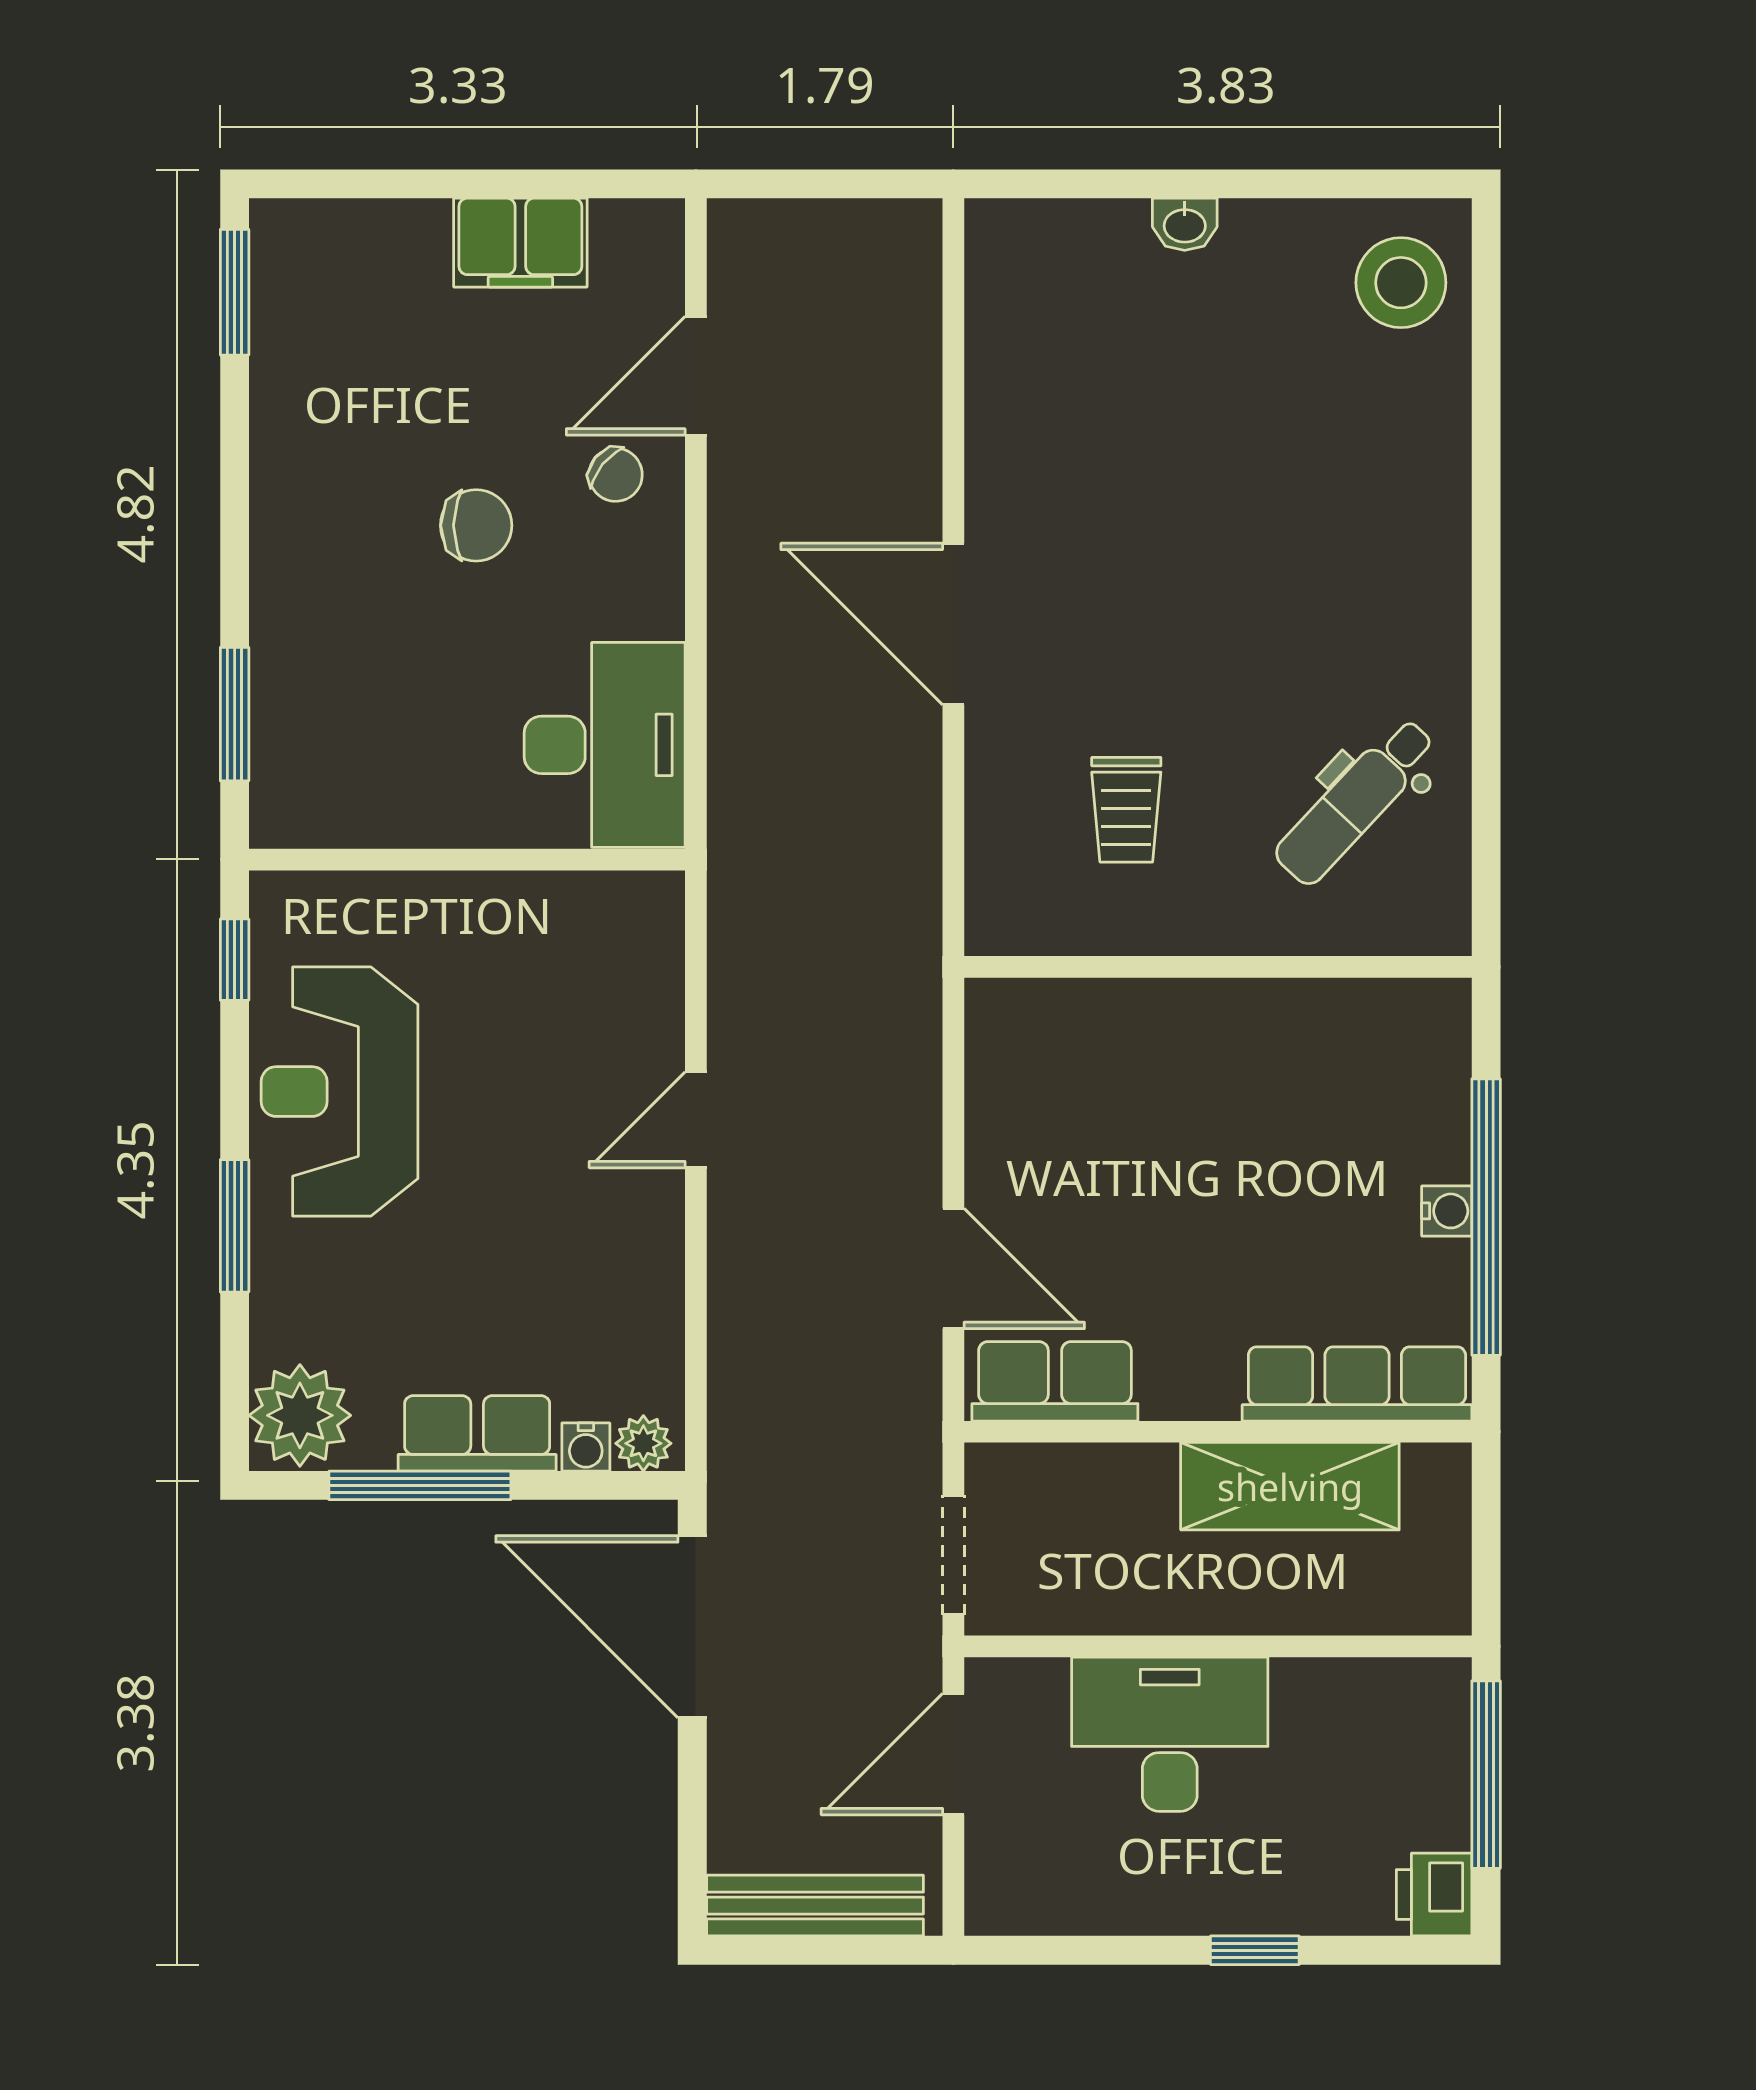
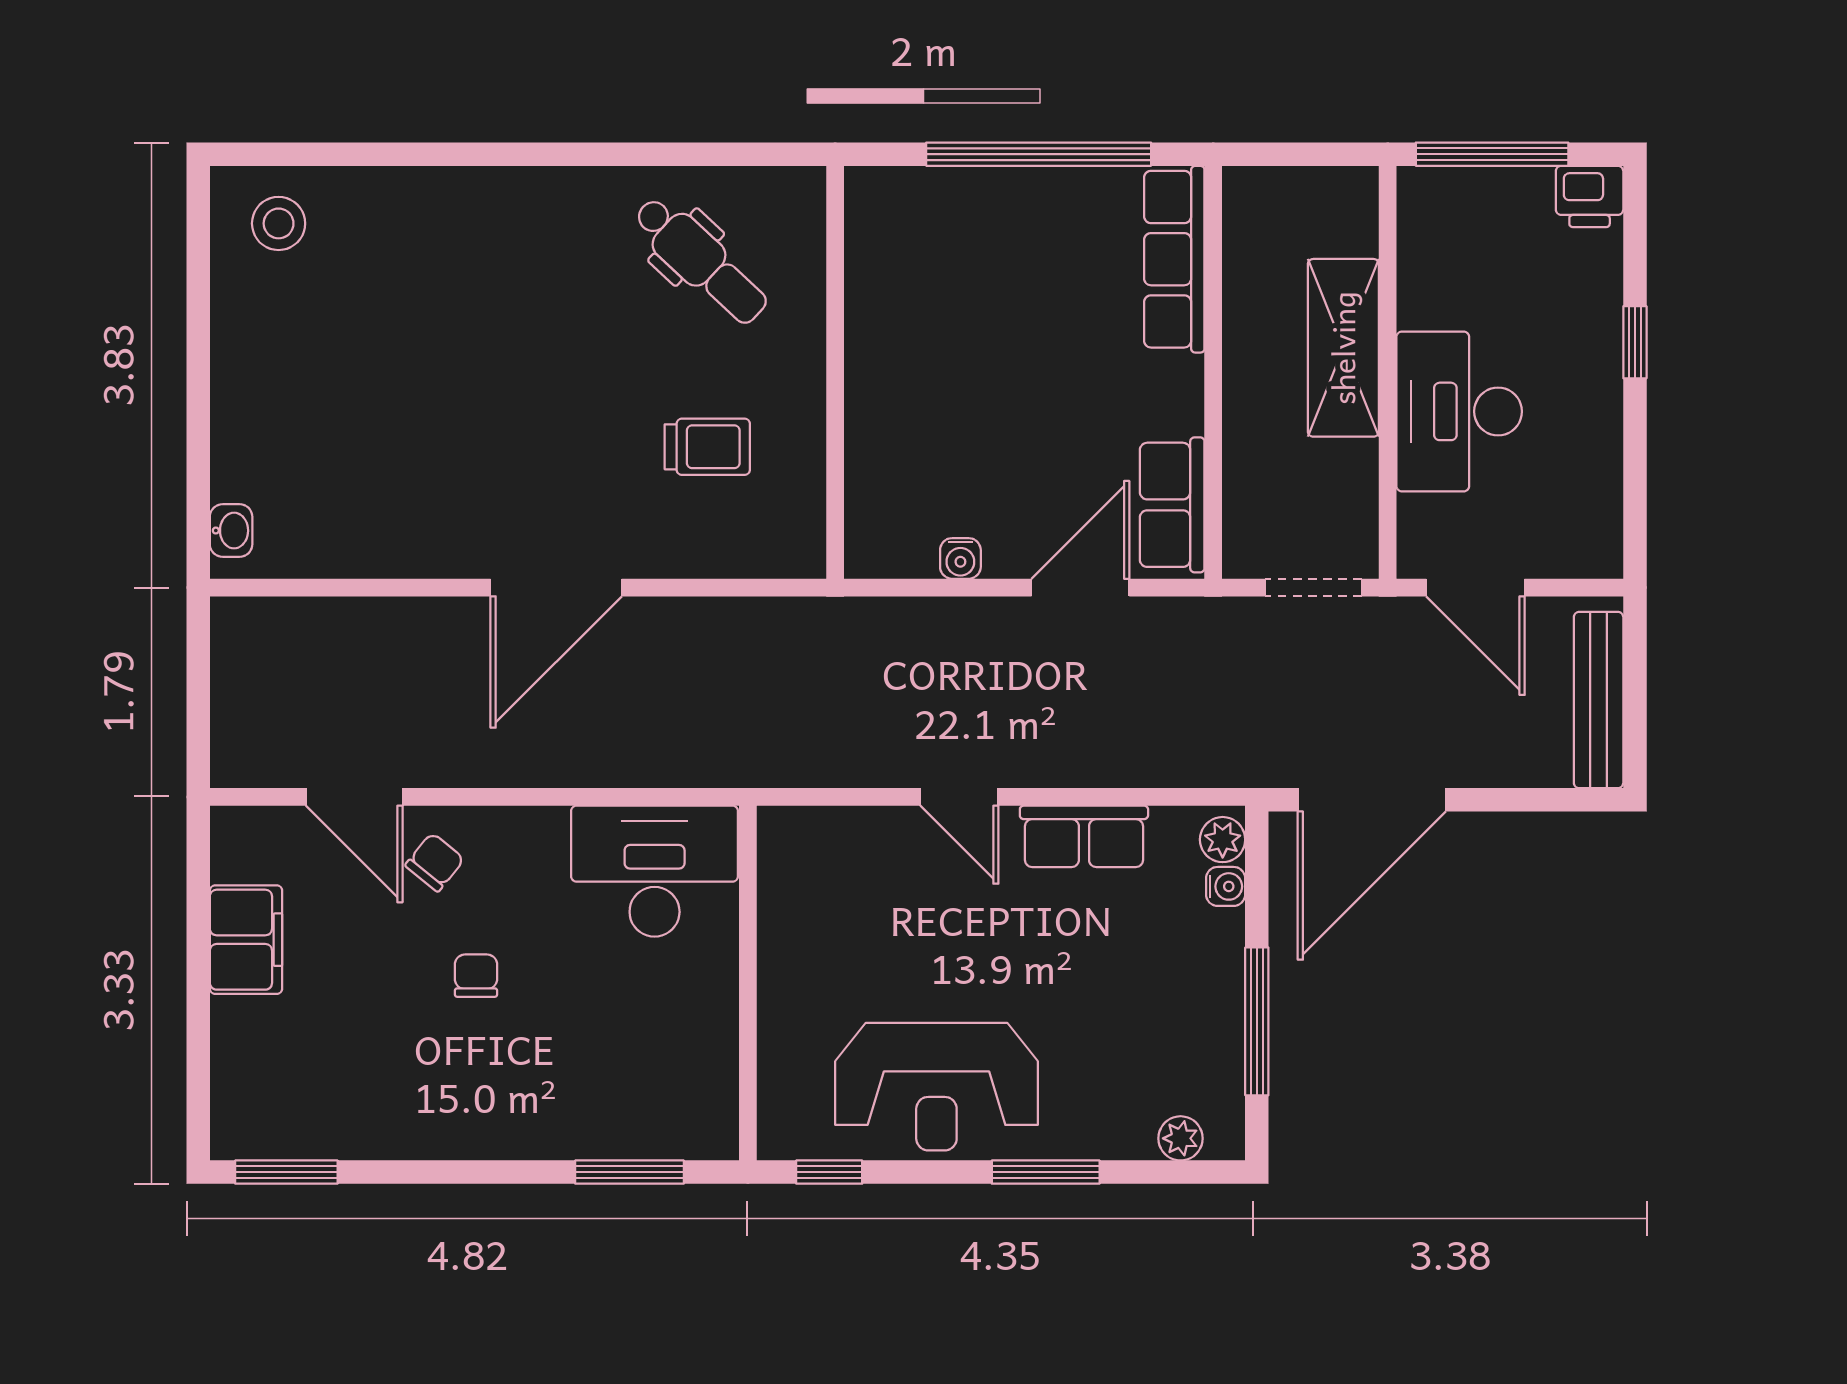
washbasin: (1185, 224) -> (231, 531), moved
stool: (1401, 283) -> (279, 223), width x0.73, depth x0.73
chair: (476, 525) -> (476, 976), width x0.73, depth x0.73
water cooler: (1447, 1211) -> (960, 558), moved, turned 180
plant: (300, 1415) -> (1181, 1138), width x0.53, depth x0.53
row of seats: (477, 1433) -> (1084, 836), moved, turned -90
shelving: (1290, 1486) -> (1343, 348), moved

